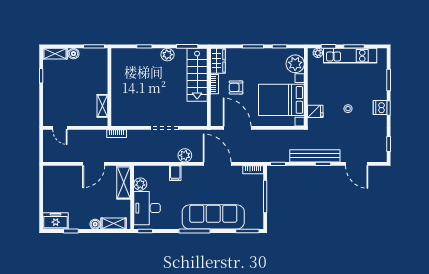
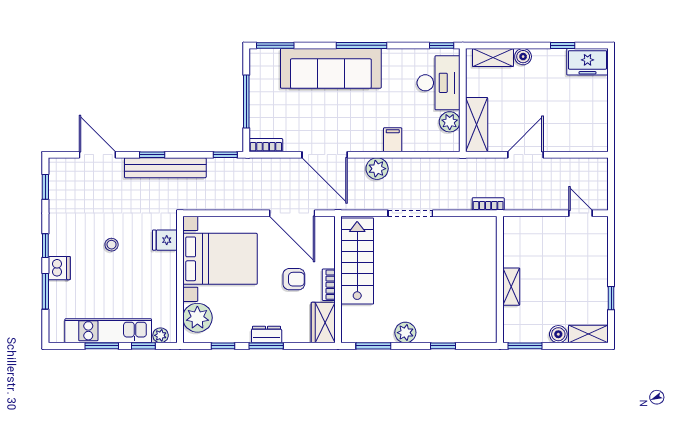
dresser: (253, 53) -> (267, 335), added
stairs: (197, 75) -> (357, 261), moved
shelving: (102, 106) -> (511, 287), moved
dishwasher: (380, 108) -> (59, 268), moved

